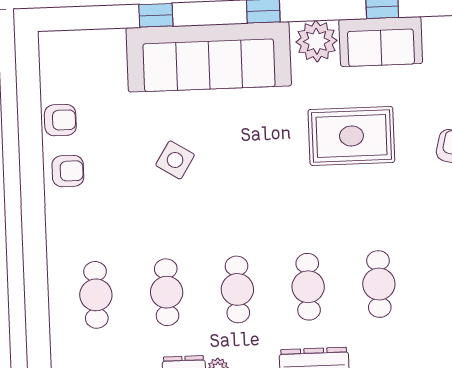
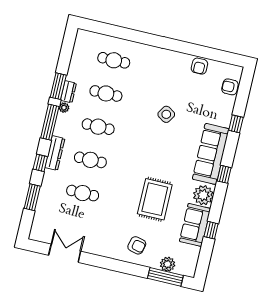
sofa: (209, 57) -> (211, 154), width x0.74, depth x0.79
armchair: (68, 171) -> (230, 87), moved, turned 90

